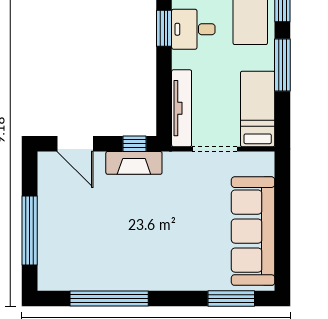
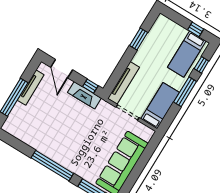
desk: (193, 29) -> (153, 48), removed
tv unit: (46, 201) -> (31, 87), added
window: (109, 298) -> (52, 166), moved

